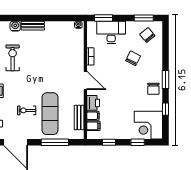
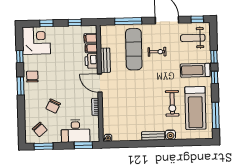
bench: (79, 118) -> (105, 60), moved

